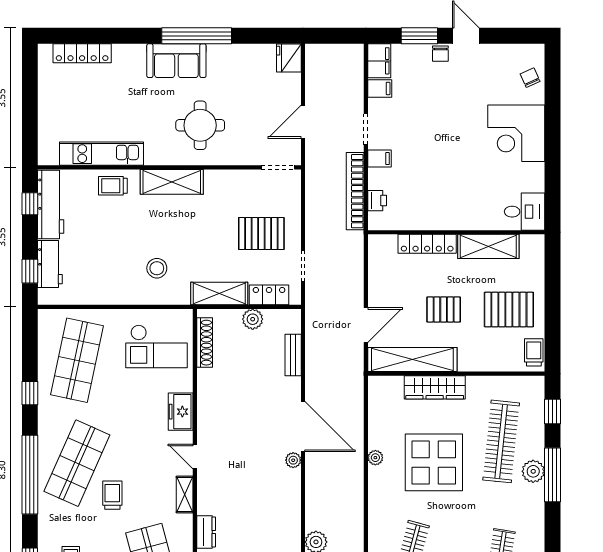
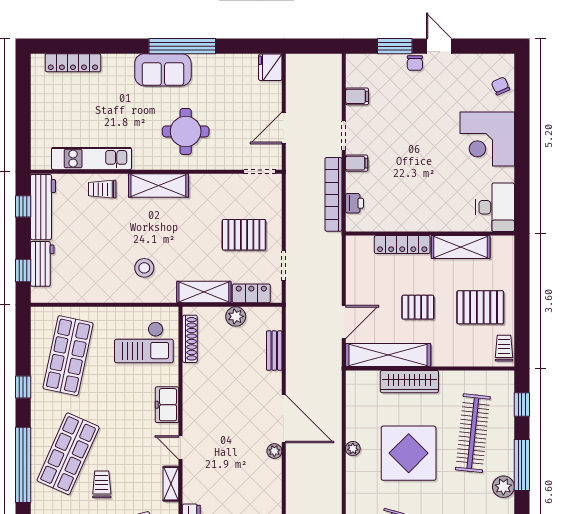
filing cabinet: (379, 61) -> (356, 70), removed
desk: (525, 212) -> (495, 207), width x1.37
plant: (533, 471) -> (503, 487), moved

